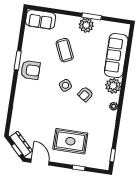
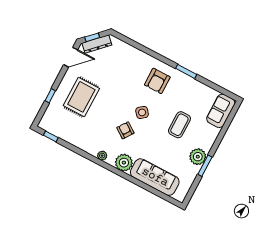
coffee table: (65, 50) -> (179, 125), turned -66
armchair: (30, 70) -> (157, 81), moved

